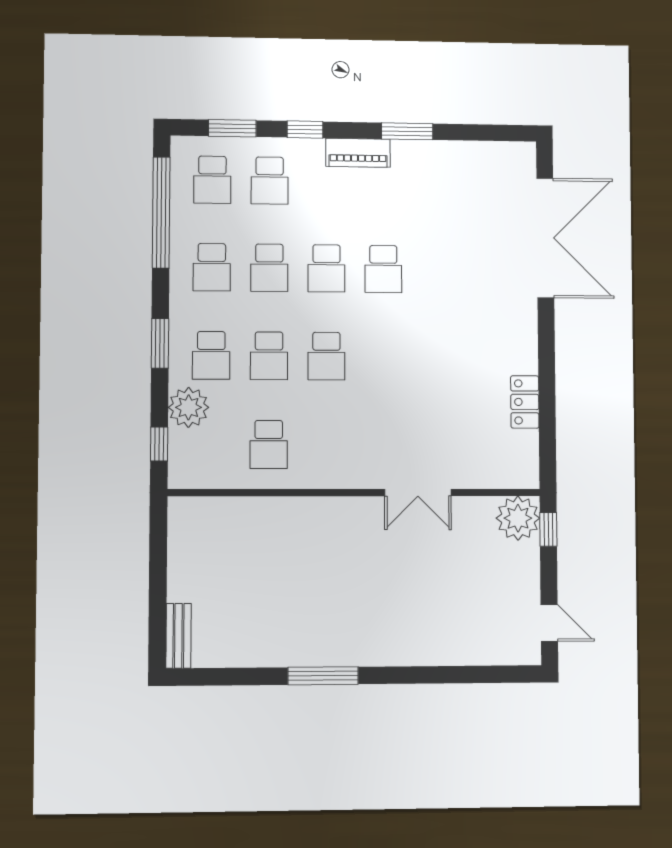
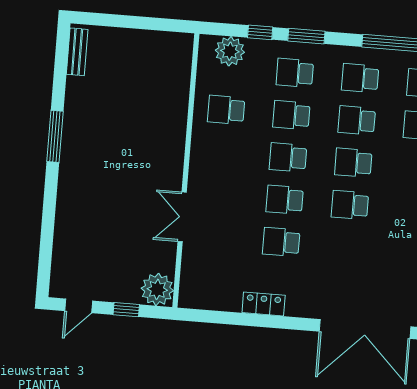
school desk: (384, 356) -> (285, 200), added
school desk: (440, 357) -> (281, 242), added
locker: (525, 402) -> (264, 304), moved
plant: (188, 407) -> (230, 51), moved
window: (159, 444) -> (260, 32), moved
window: (548, 529) -> (126, 310), moved
bench: (178, 636) -> (77, 52), moved, turned 90

